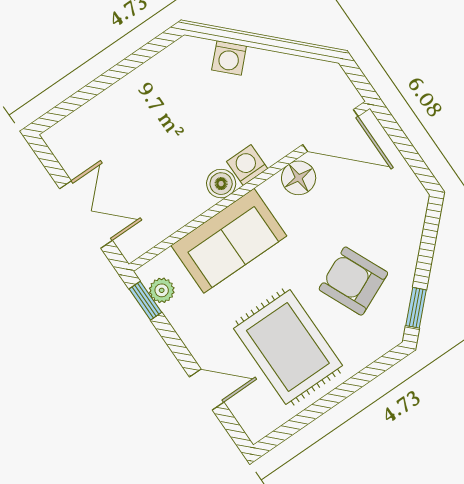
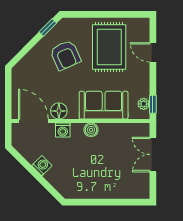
washing machine: (229, 58) -> (42, 166), moved
washing machine: (247, 165) -> (63, 130), moved

